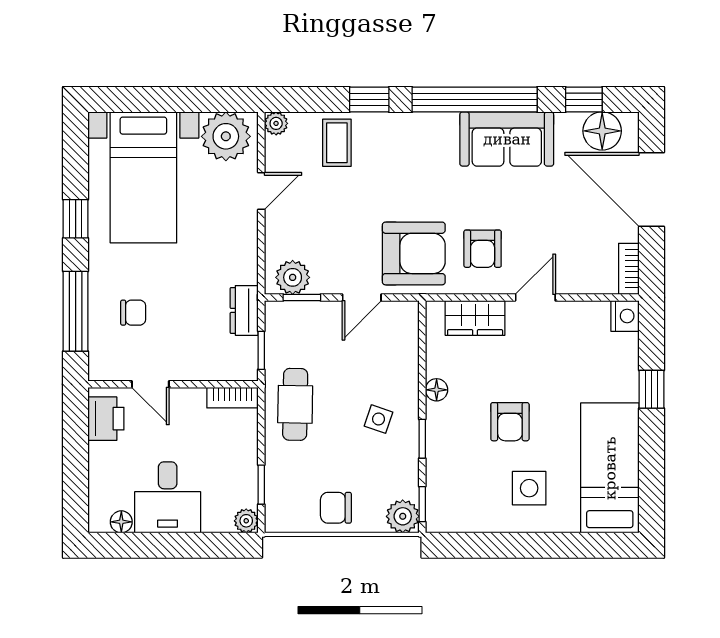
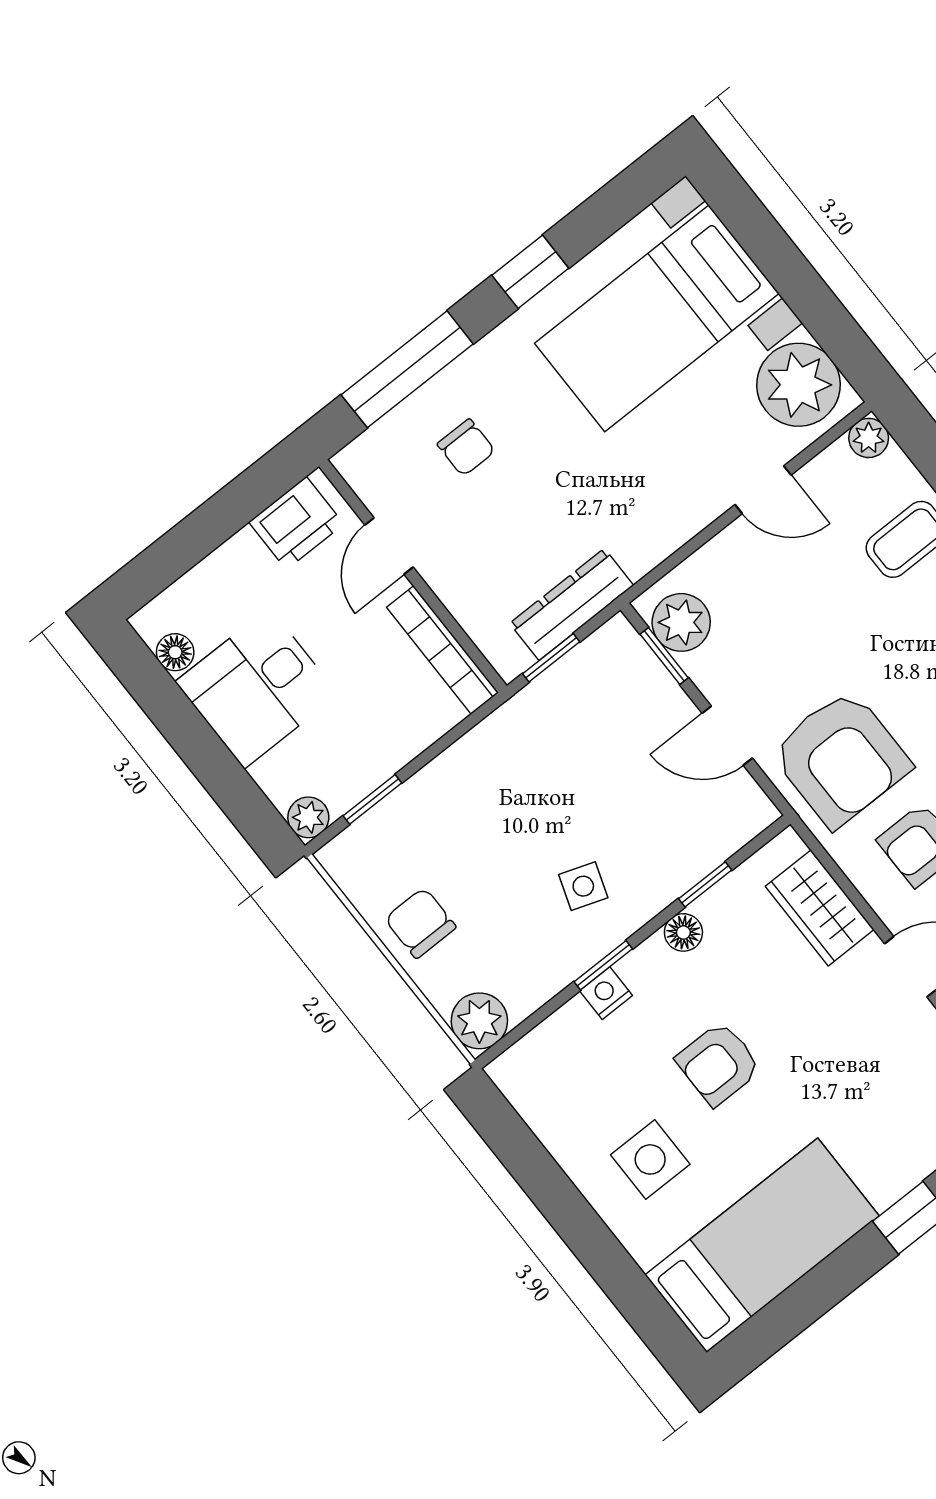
dresser: (244, 310) -> (572, 604), width x1.44
bookcase: (232, 398) -> (443, 650), width x1.56
cafe table: (295, 404) -> (515, 760), removed
nightstand: (436, 448) -> (606, 993), added
window: (422, 504) -> (705, 884), moved

